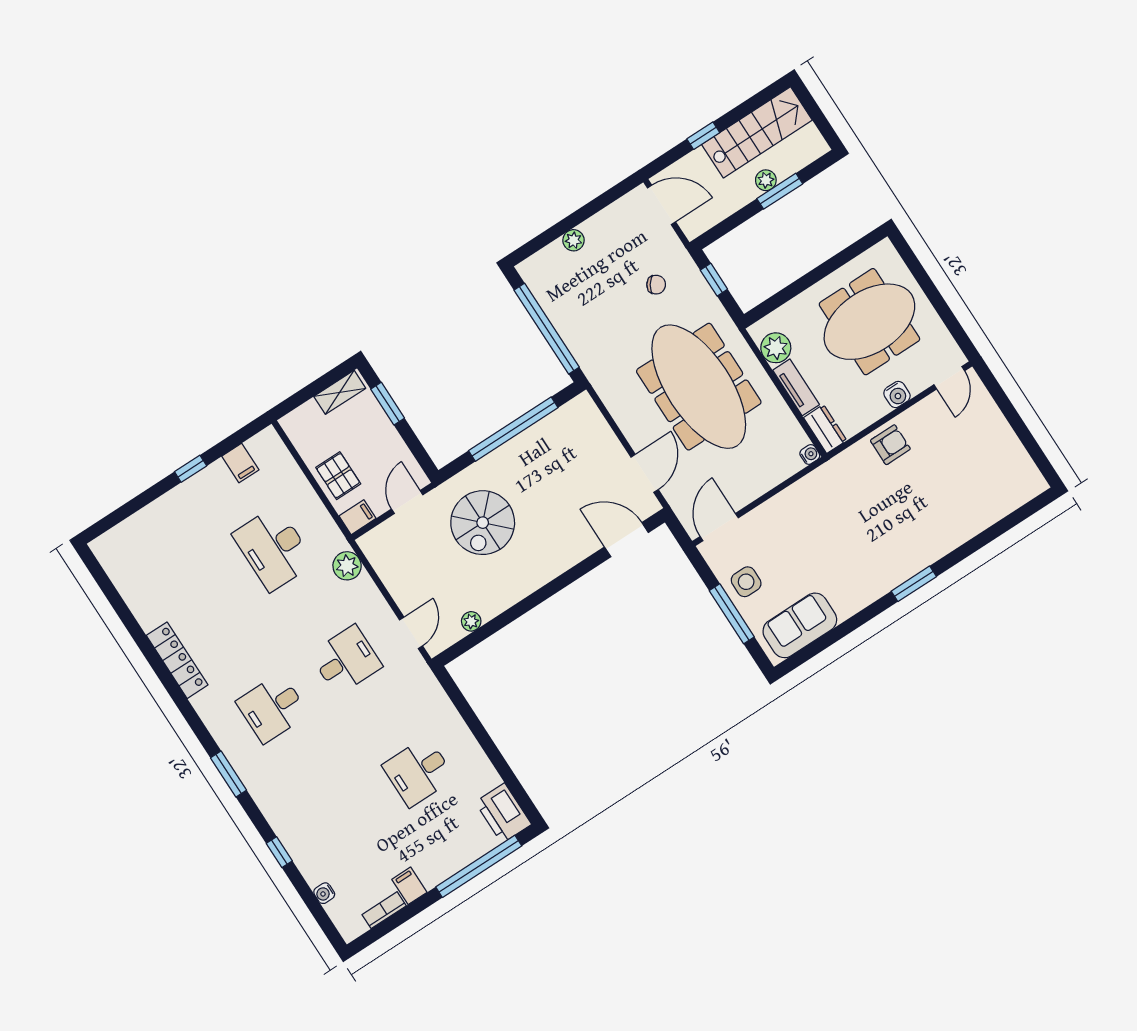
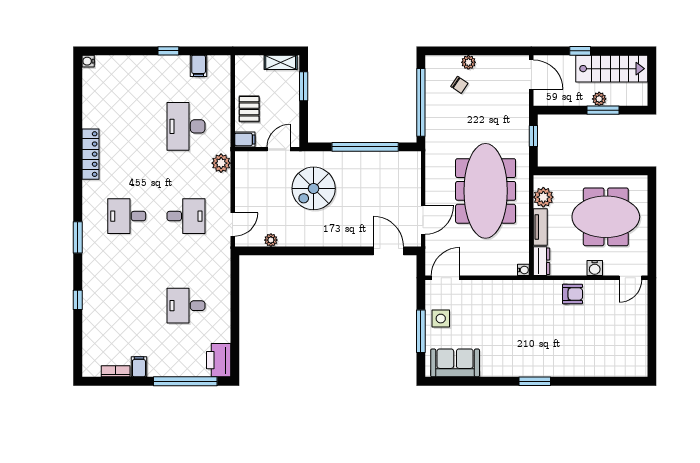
chair: (656, 285) -> (459, 85), moved
water cooler: (324, 893) -> (88, 61), moved

